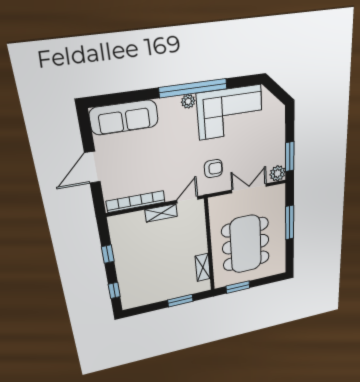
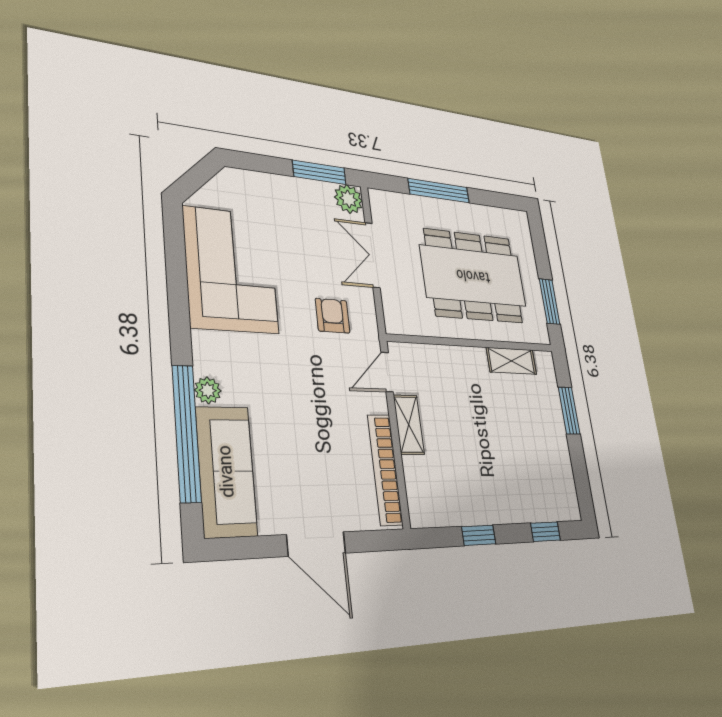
window: (193, 88) -> (187, 433), moved
plant: (188, 101) -> (208, 390), moved
door: (187, 200) -> (387, 372), hinge flipped

